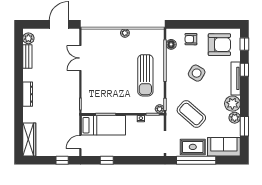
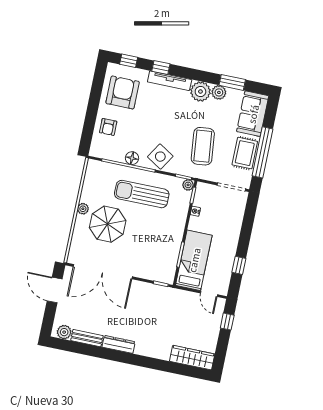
floor lamp: (171, 44) -> (132, 158), moved
parasol: (117, 54) -> (108, 224), added
double door: (80, 58) -> (103, 272), width x1.87
side table: (197, 73) -> (160, 157), moved
sun lounger: (145, 75) -> (142, 194), turned 180
dresser: (28, 94) -> (119, 344), moved
coffee table: (191, 114) -> (203, 146), turned -47

